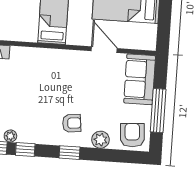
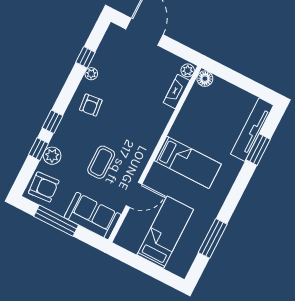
coffee table: (87, 92) -> (101, 162), added
armchair: (72, 123) -> (91, 105), moved
window: (25, 150) -> (39, 149), moved

